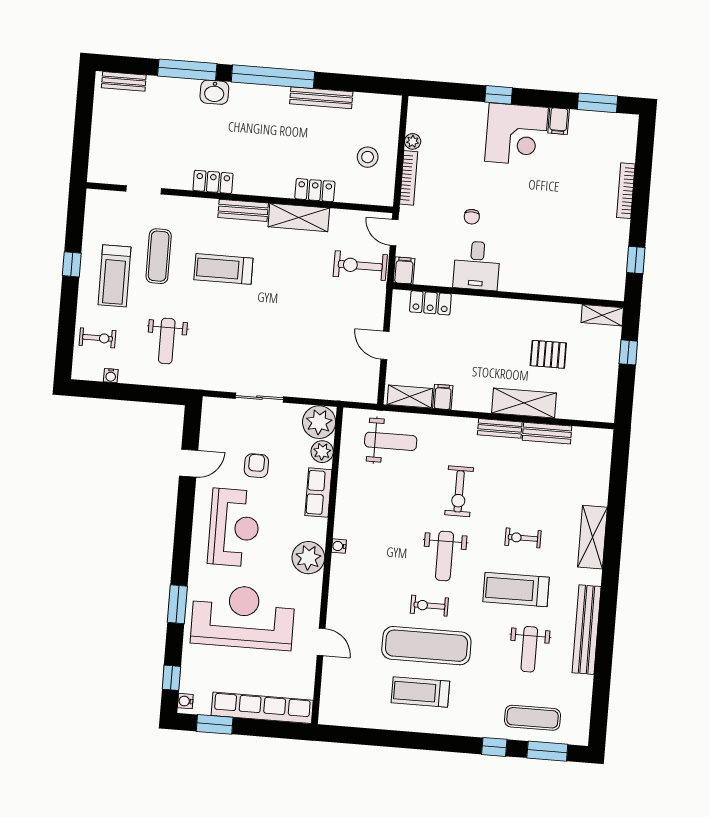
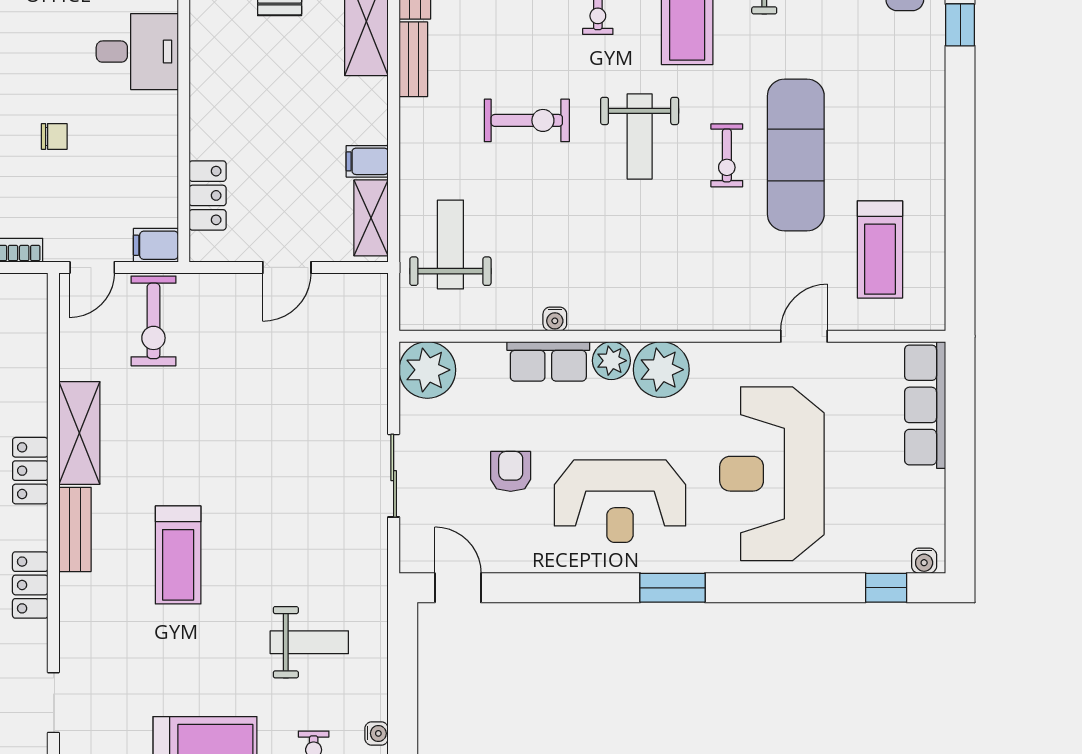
locker: (315, 190) -> (30, 471), moved
exercise mat: (159, 256) -> (165, 668), removed
desk: (477, 266) -> (137, 52), moved
plant: (322, 452) -> (611, 361), moved
door: (189, 463) -> (458, 588), moved
armchair: (256, 466) -> (511, 471), turned 90
reception desk: (234, 528) -> (620, 501), turned 180
water cooler: (339, 546) -> (555, 319), moved
weight bench: (444, 556) -> (640, 136), turned 90
window: (177, 604) -> (672, 588), moved
treadmill: (420, 692) -> (880, 249), moved
row of seats: (262, 708) -> (925, 405), width x0.73
window: (215, 724) -> (960, 507), removed

